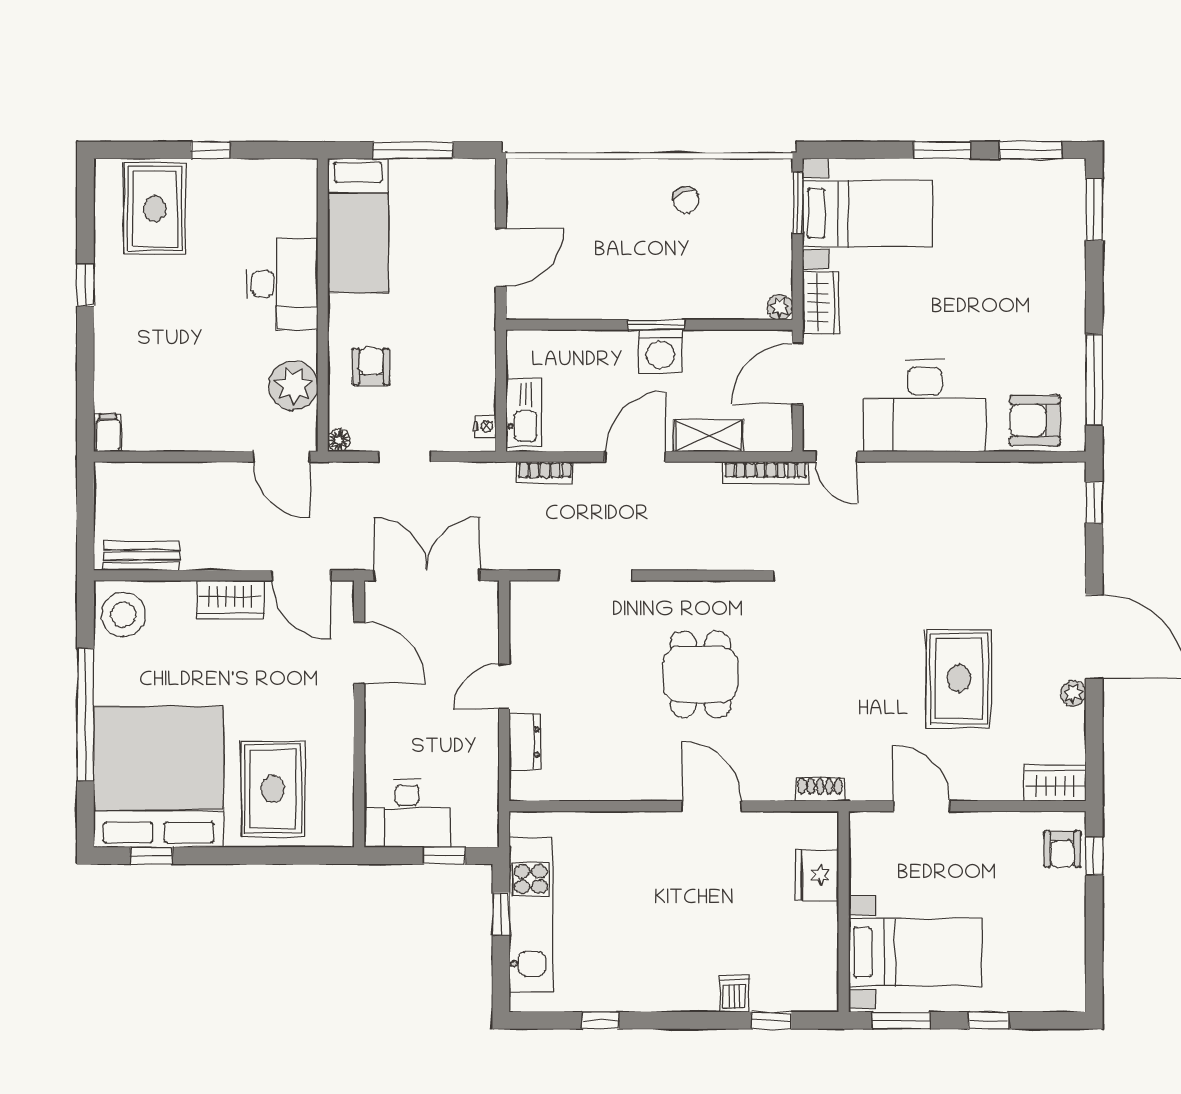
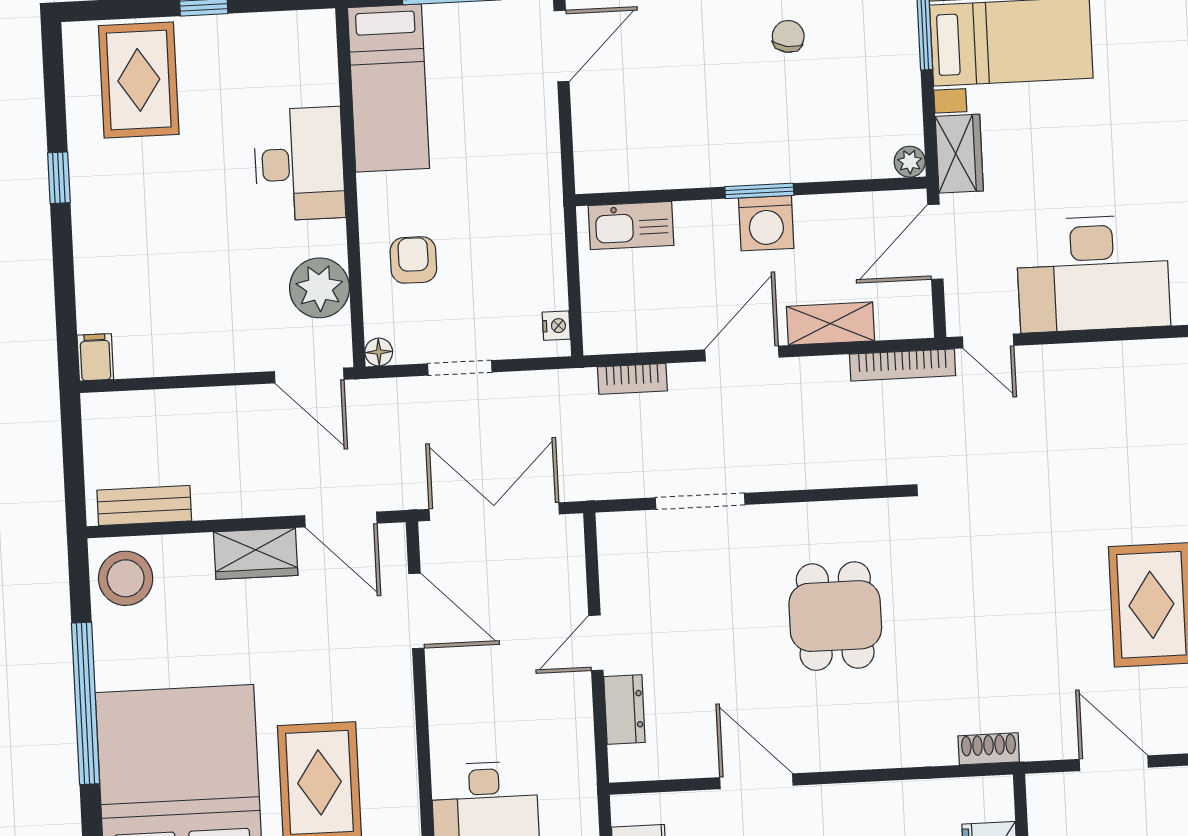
chair: (686, 200) -> (788, 36), turned -147
door: (501, 257) -> (562, 46), moved
kitchen sink: (524, 413) -> (631, 226), moved, turned 90
door: (711, 806) -> (756, 781), moved

